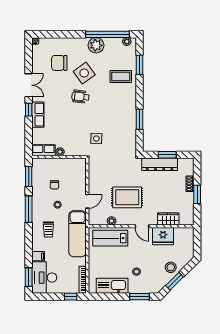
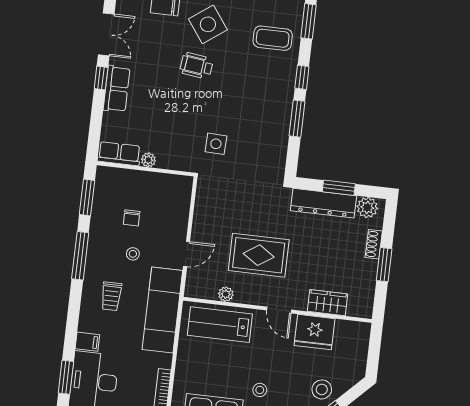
window: (139, 96) -> (302, 77), added
plant: (184, 164) -> (367, 207), added

